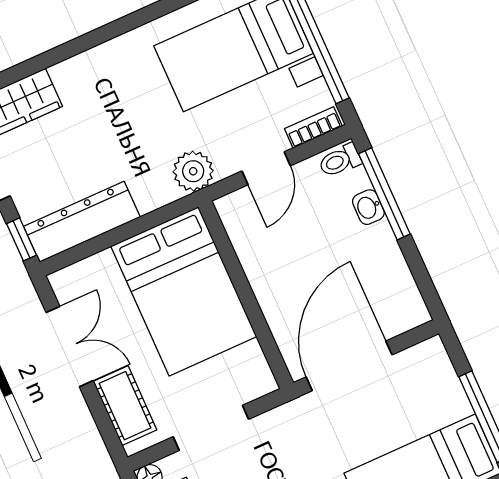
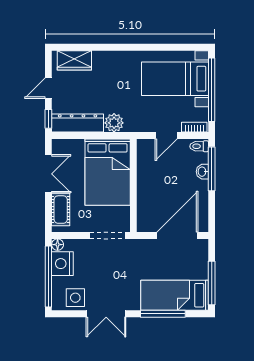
plant: (193, 171) -> (114, 123), moved
door: (349, 366) -> (177, 235), moved
doorway: (211, 428) -> (108, 235), moved

